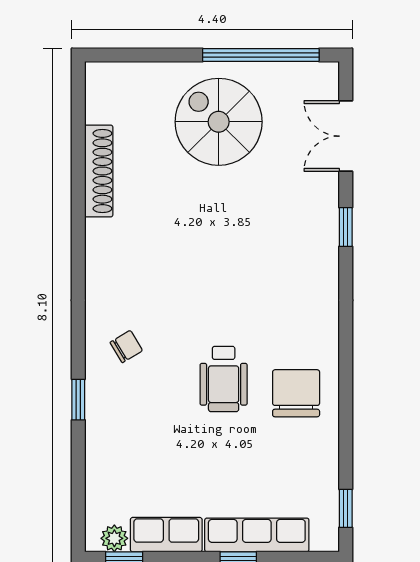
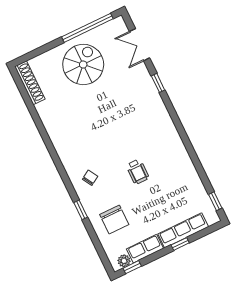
spiral stairs: (219, 122) -> (83, 64), turned 90
shoe rack: (99, 171) -> (30, 83), moved
wheelchair: (224, 379) -> (138, 172), width x0.73, depth x0.73
chair: (296, 393) -> (114, 220), moved, turned 180

